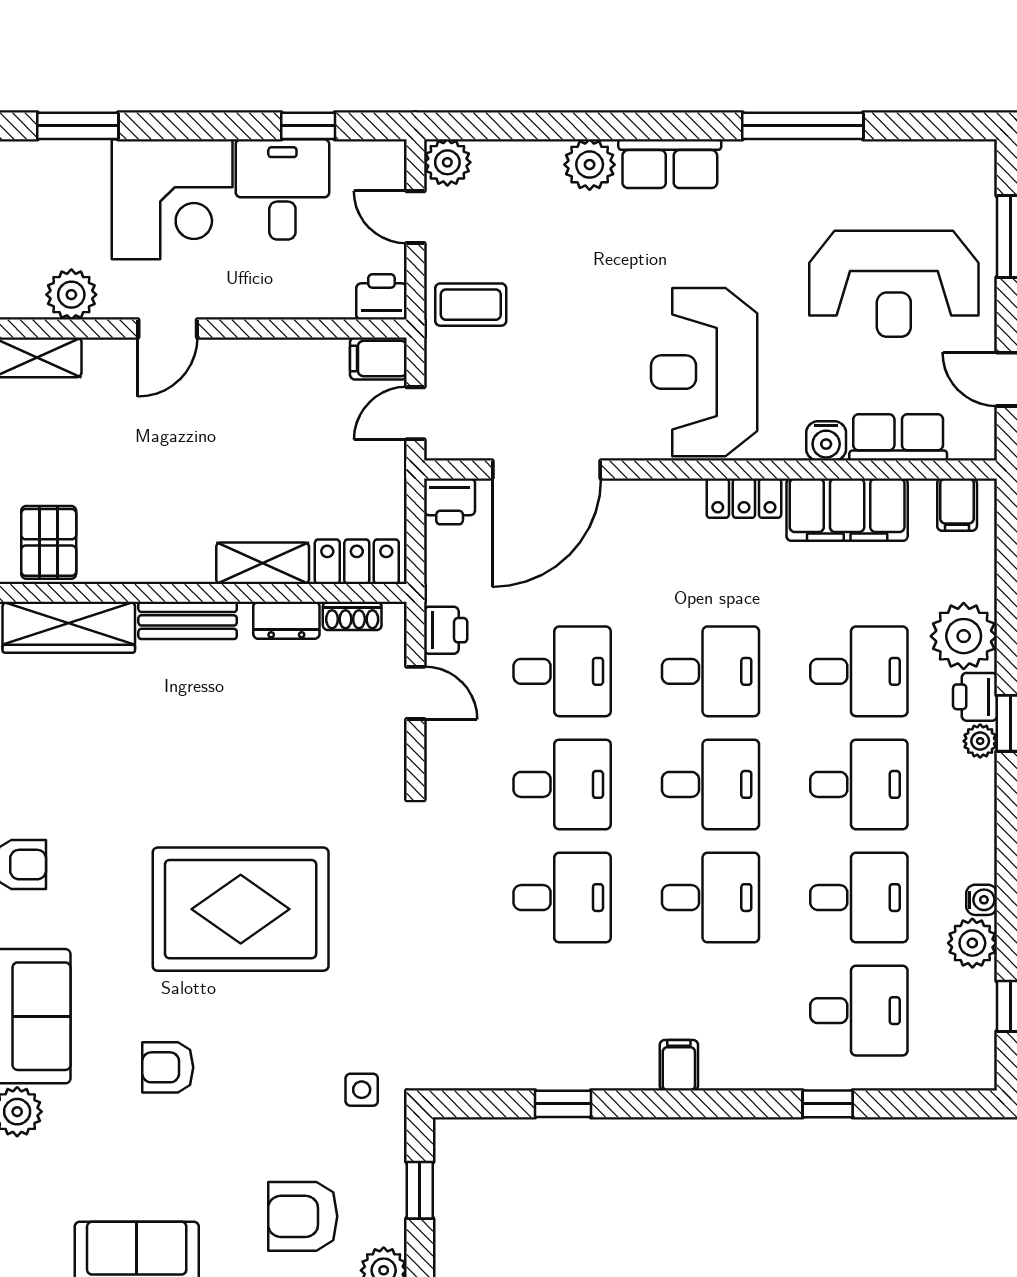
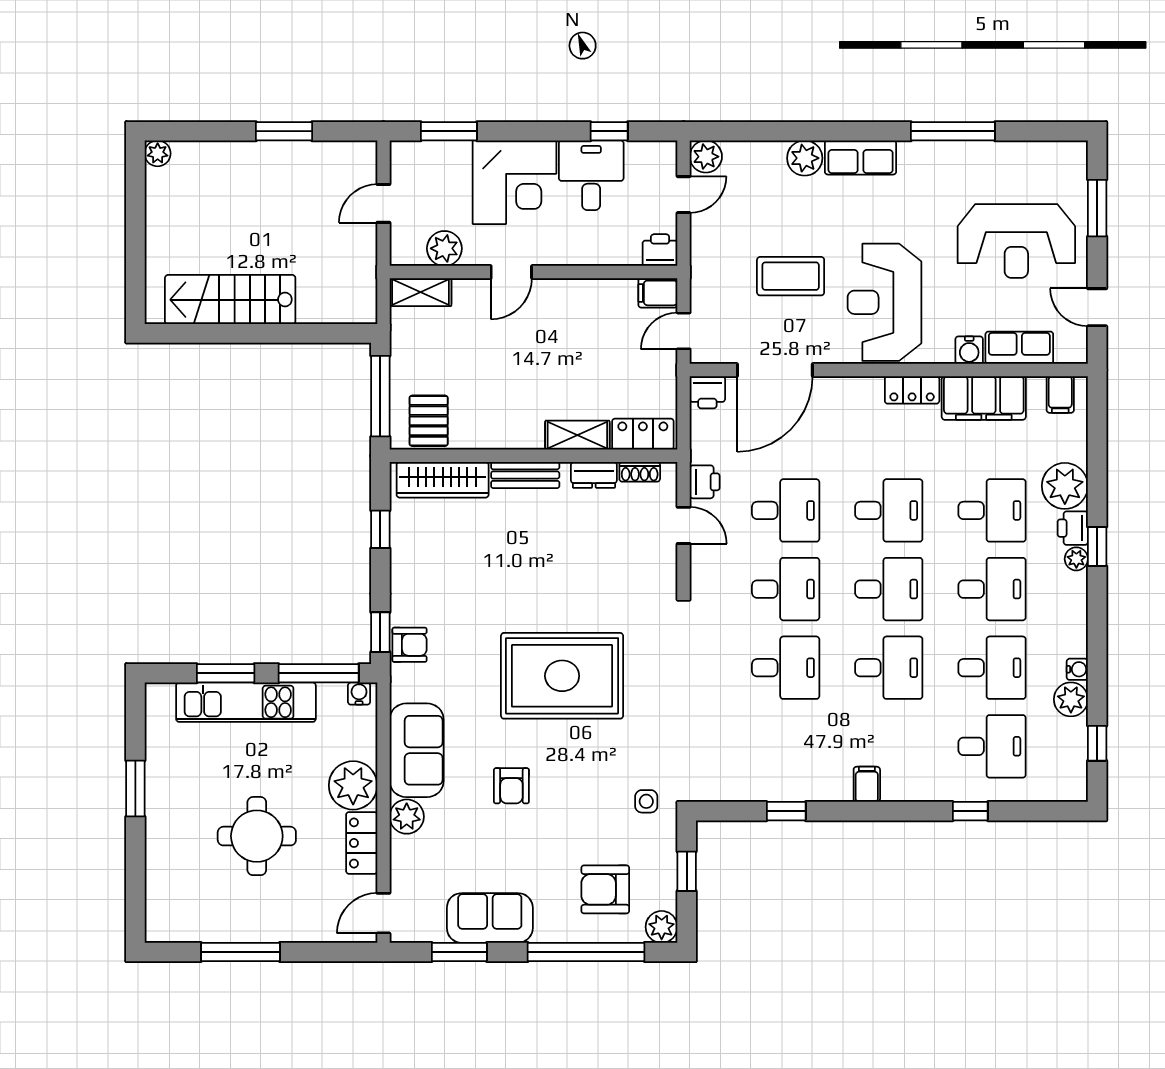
door: (415, 217) -> (684, 195), swing flipped
coffee table: (471, 305) -> (791, 276), moved, width x1.36, depth x1.30
armchair: (168, 1067) -> (511, 786), turned -90

